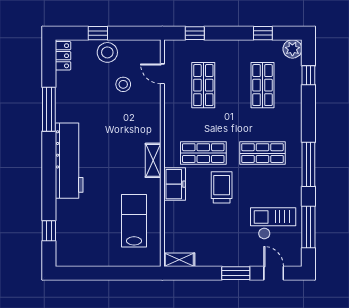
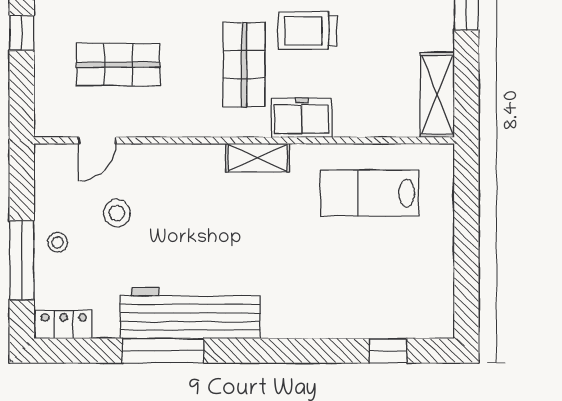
window: (98, 33) -> (22, 260), width x2.17
window: (195, 33) -> (22, 33), moved
stool: (107, 52) -> (58, 242), width x0.53, depth x0.53
workbench: (69, 161) -> (190, 313), moved
shelving: (179, 260) -> (437, 95), width x1.50, depth x1.33

